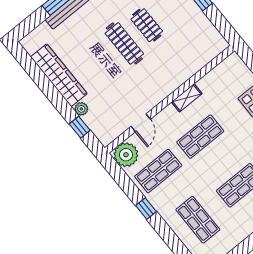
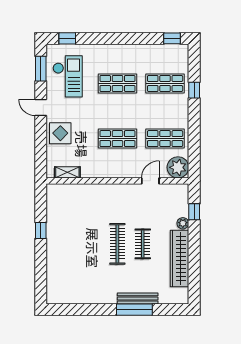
clothes rail: (147, 25) -> (143, 244), moved
shelving: (187, 98) -> (67, 172), moved
window: (146, 209) -> (194, 90), moved
shop shelf: (198, 220) -> (165, 84), turned 90

